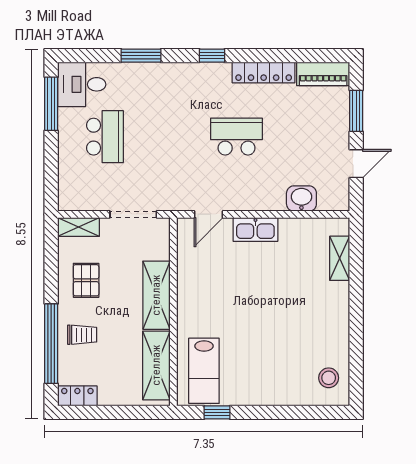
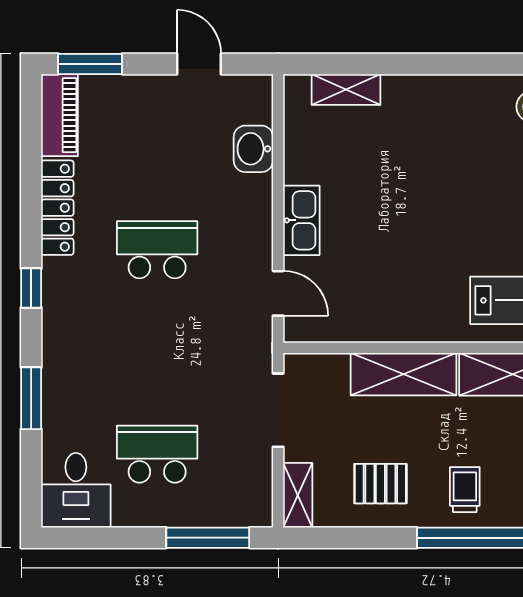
window: (51, 104) -> (208, 538), moved
window: (356, 111) -> (90, 64), moved
school desk: (237, 137) -> (157, 250), turned 90

